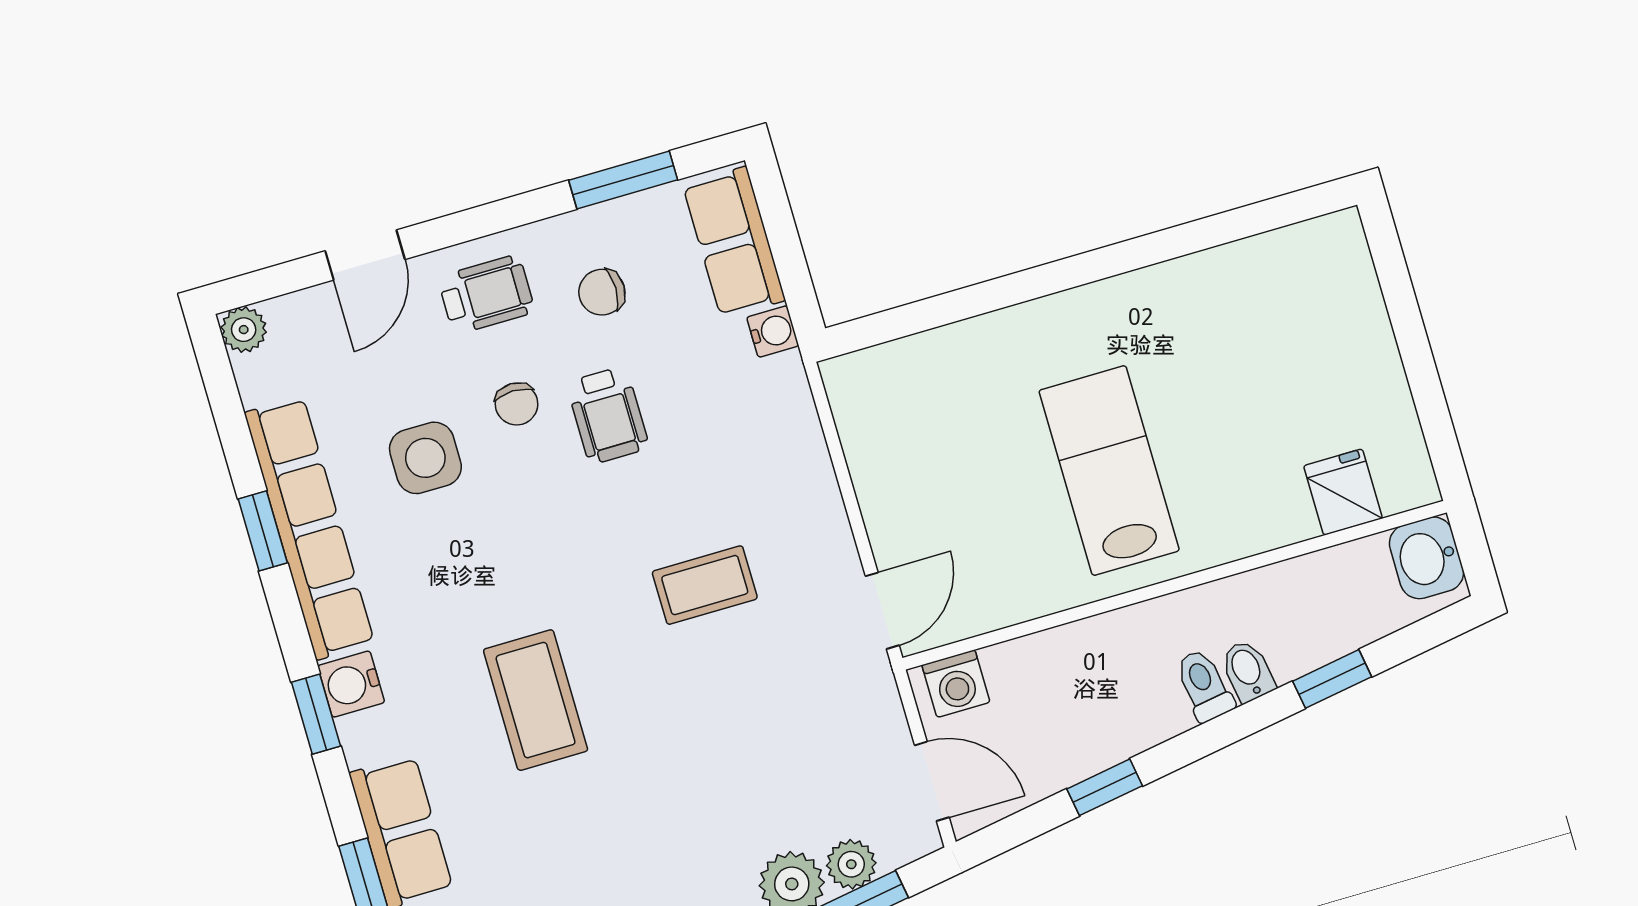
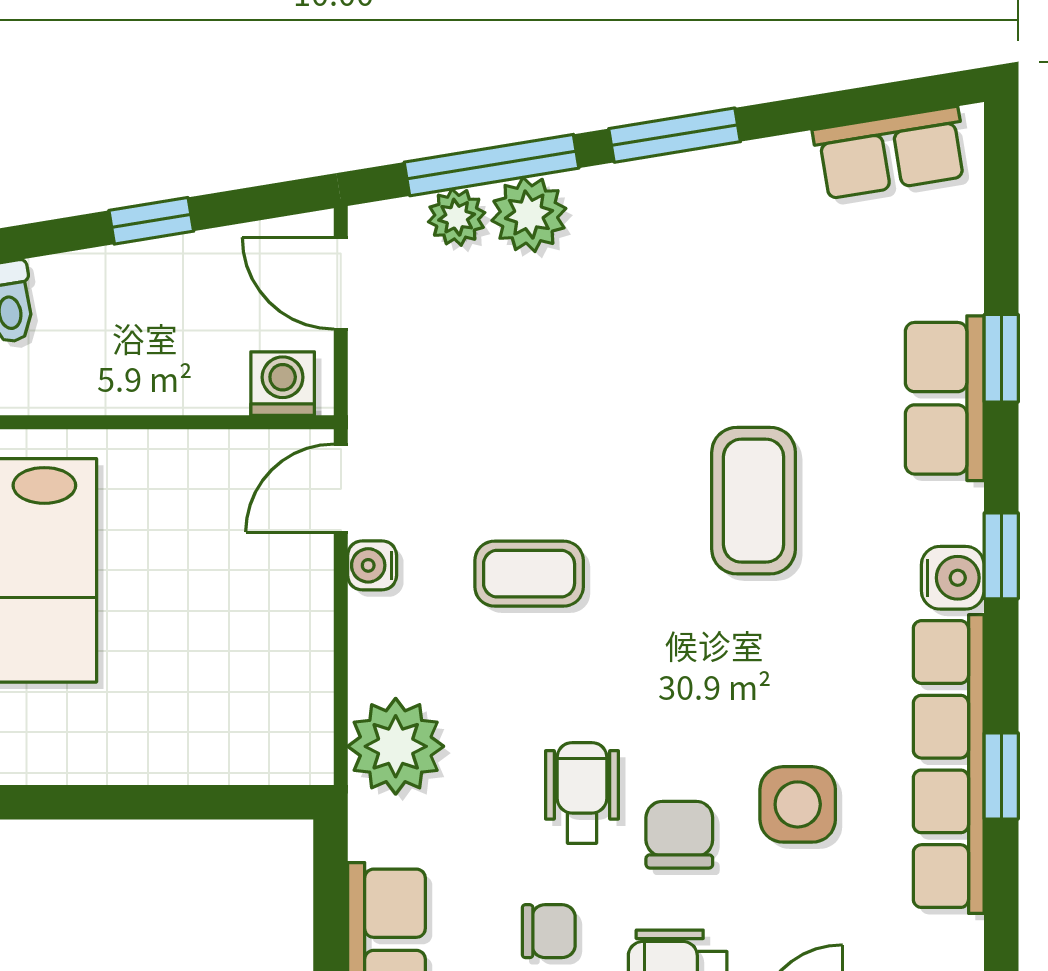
water cooler: (773, 331) -> (372, 565), moved
chair: (517, 404) -> (679, 835), width x1.37, depth x1.37
plant: (774, 409) -> (396, 746), added

